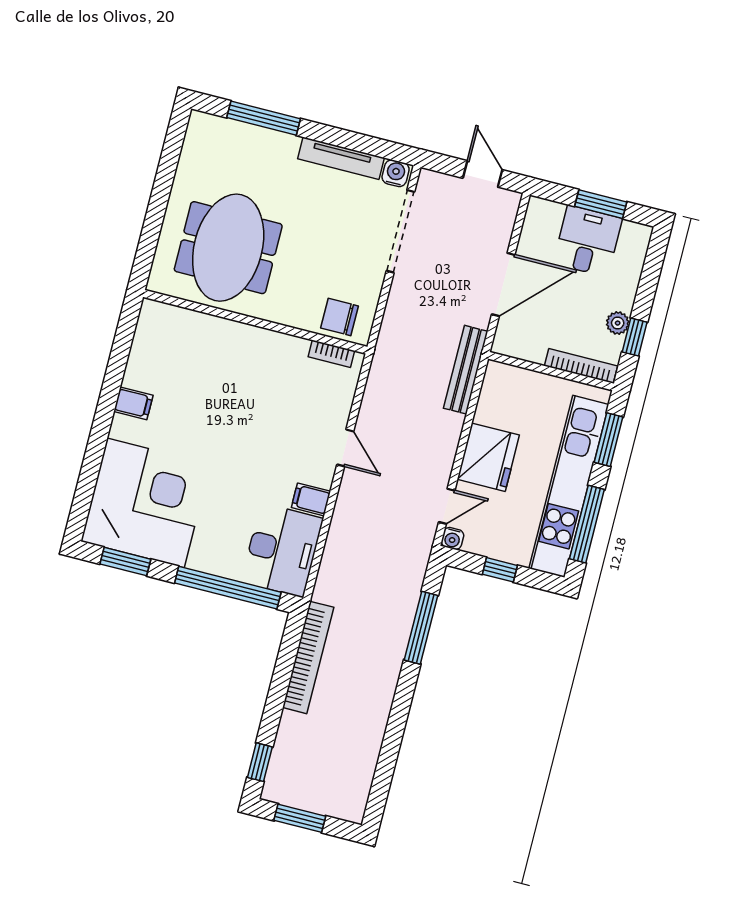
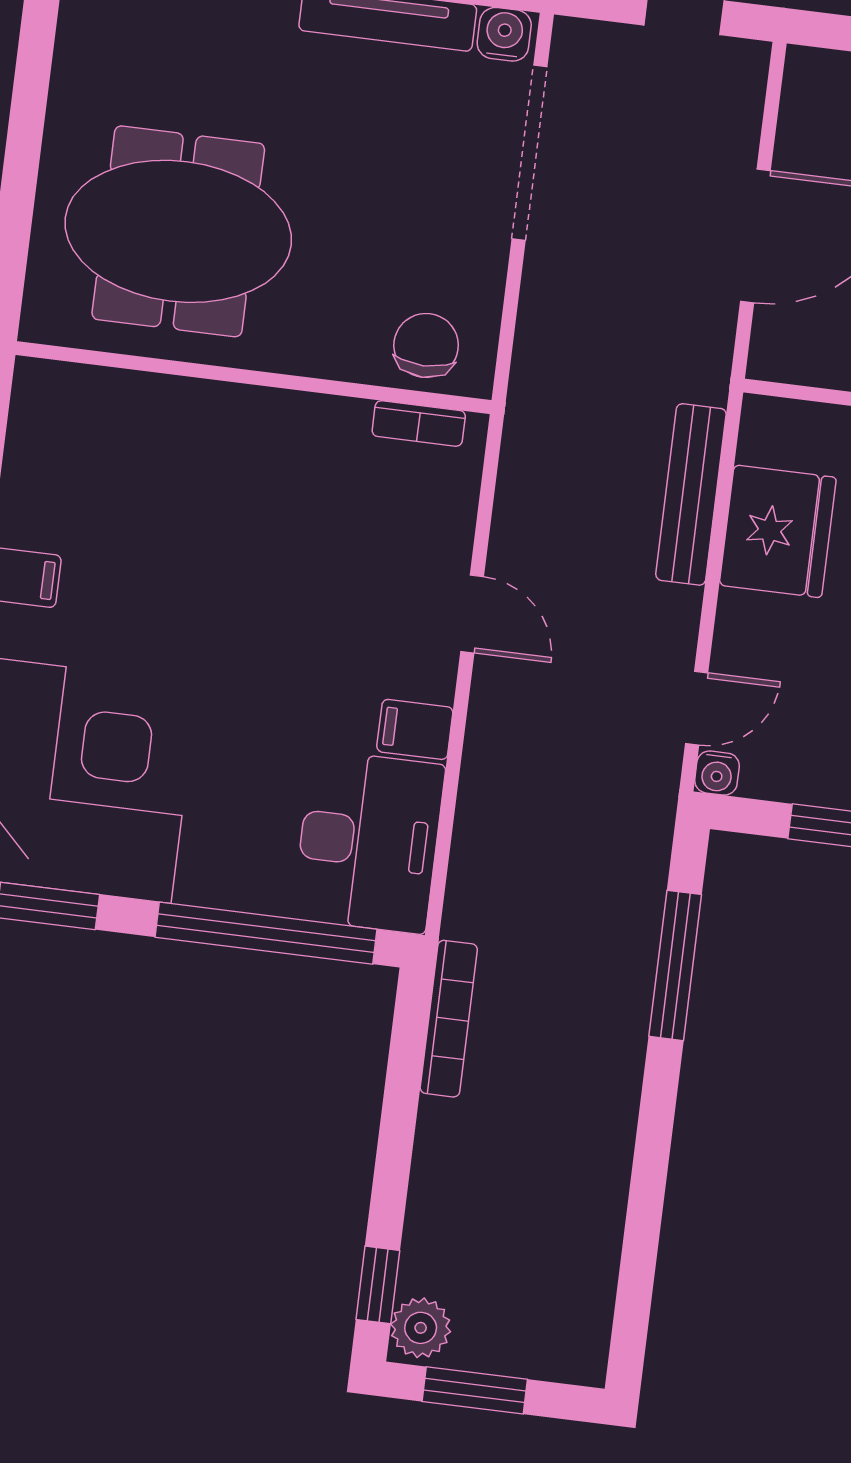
meeting table: (228, 248) -> (178, 231), turned 90
chair: (340, 317) -> (426, 345), turned 90
bench: (466, 370) -> (691, 494), moved
fridge: (488, 457) -> (778, 531), moved
bookcase: (308, 657) -> (449, 1019), width x0.68, depth x0.76
plant: (278, 785) -> (421, 1328), added

